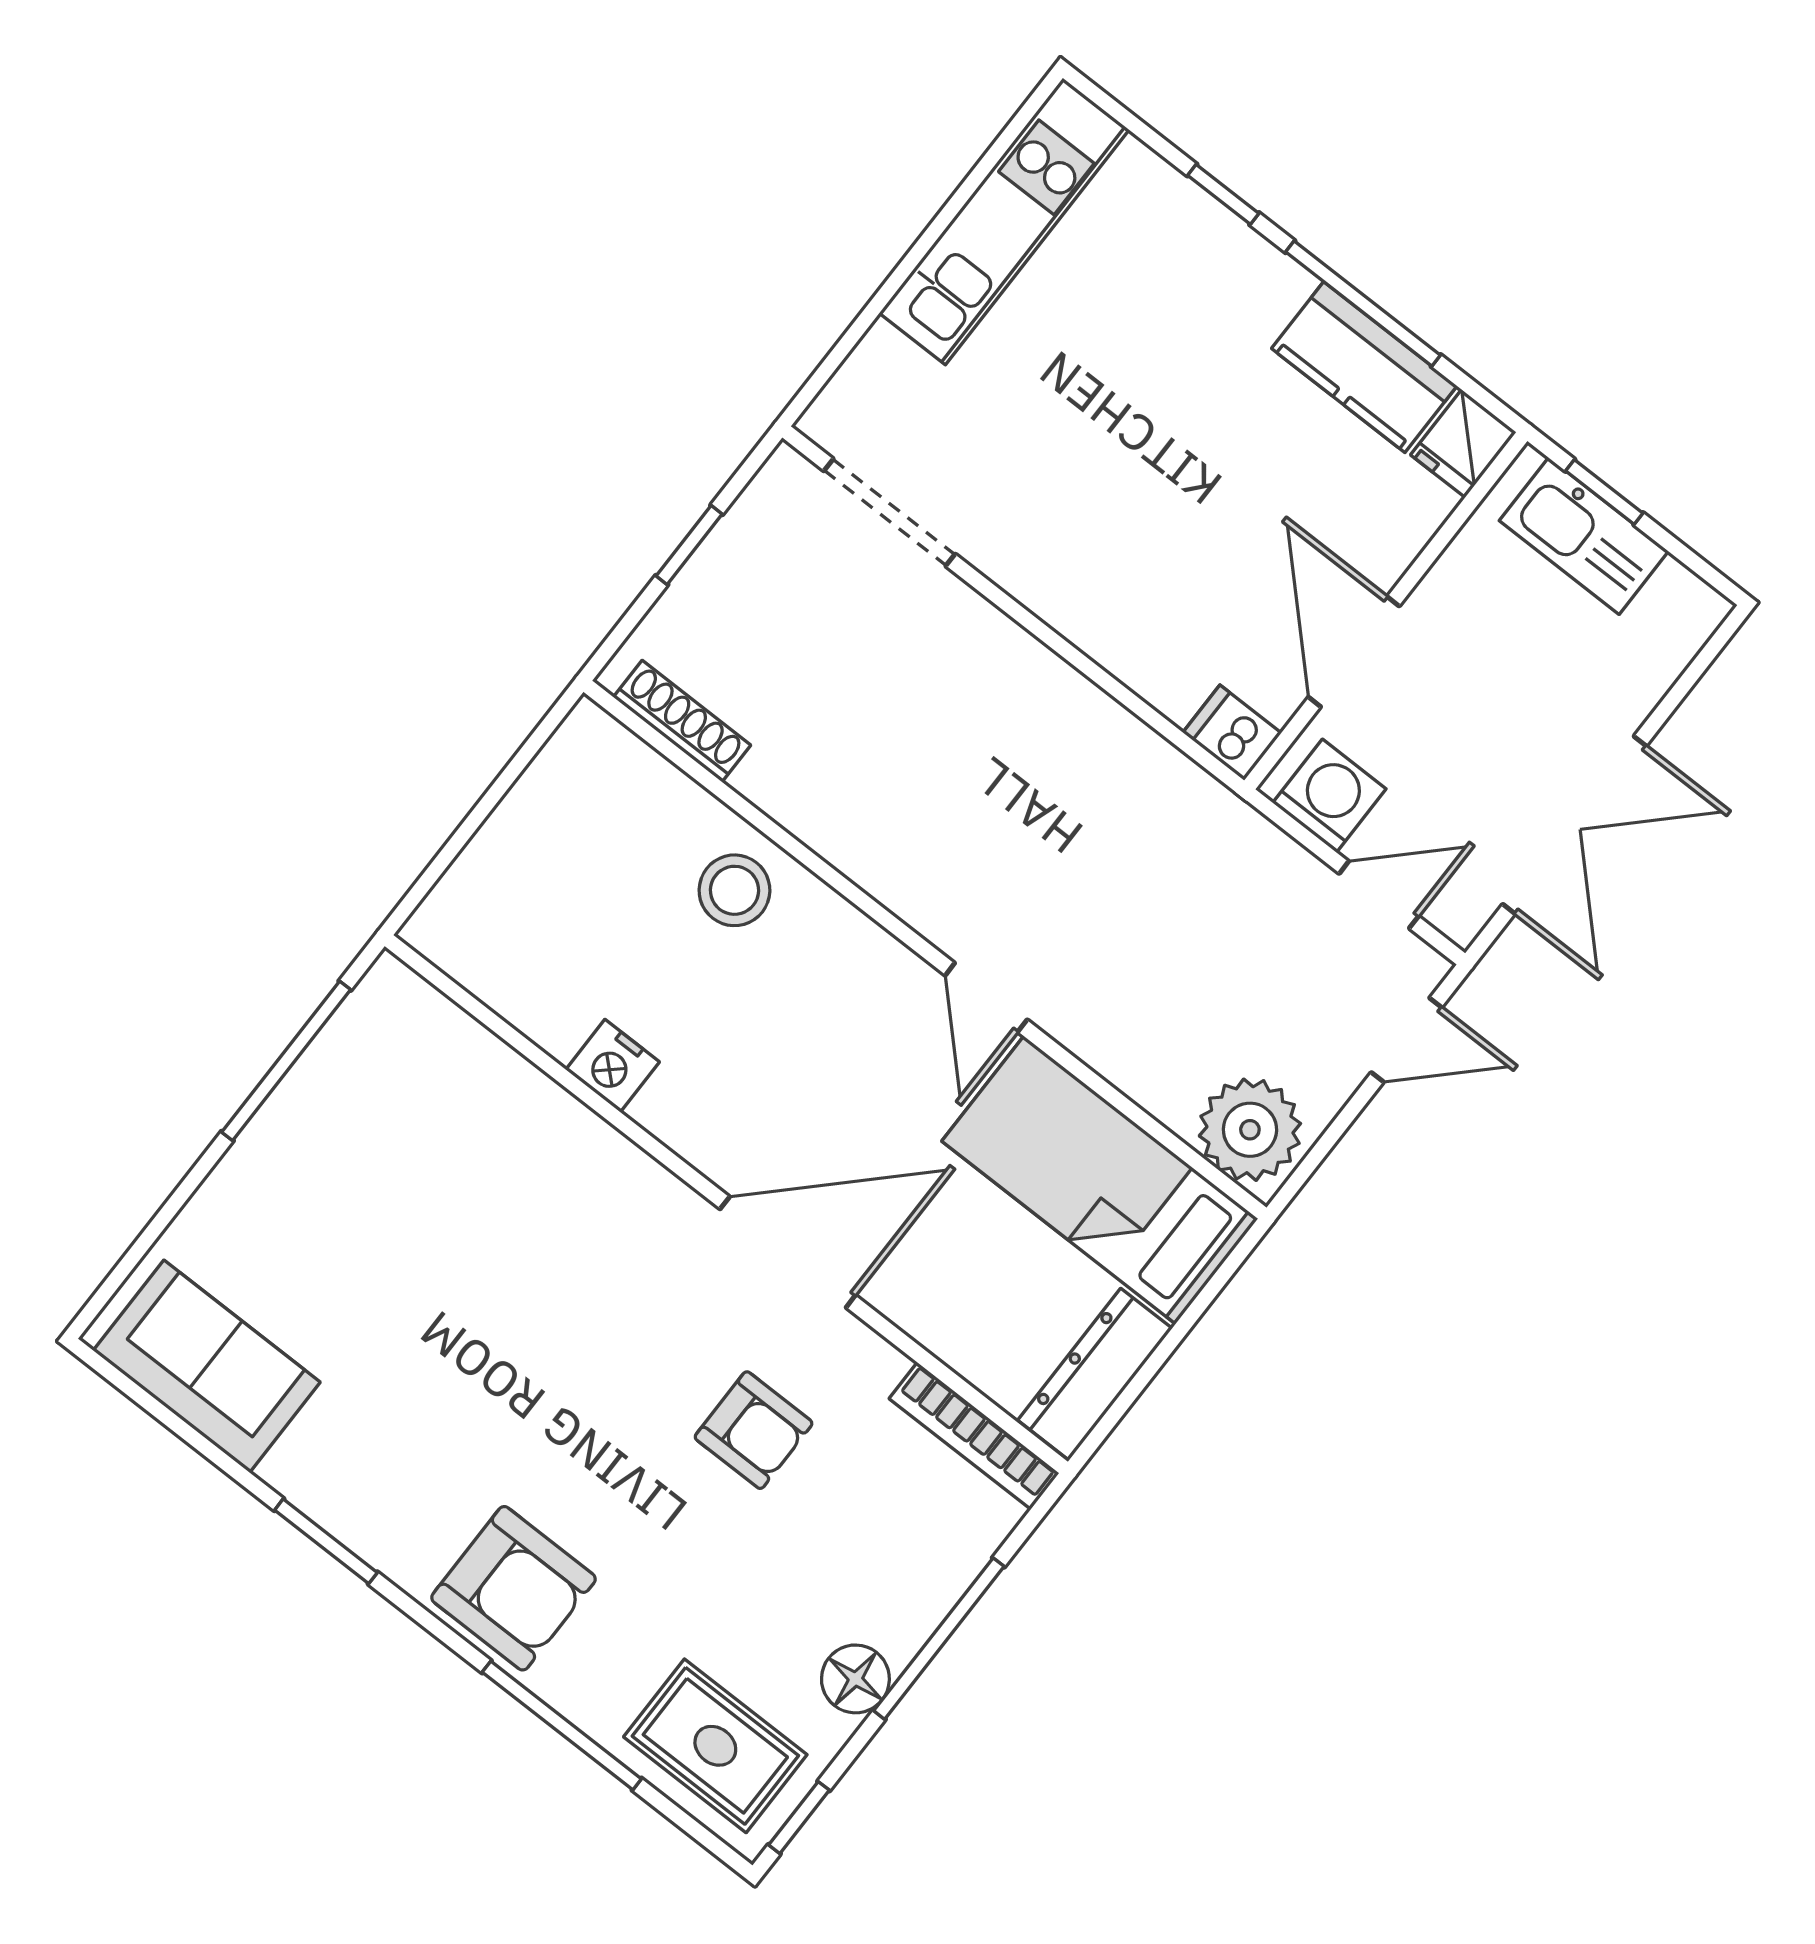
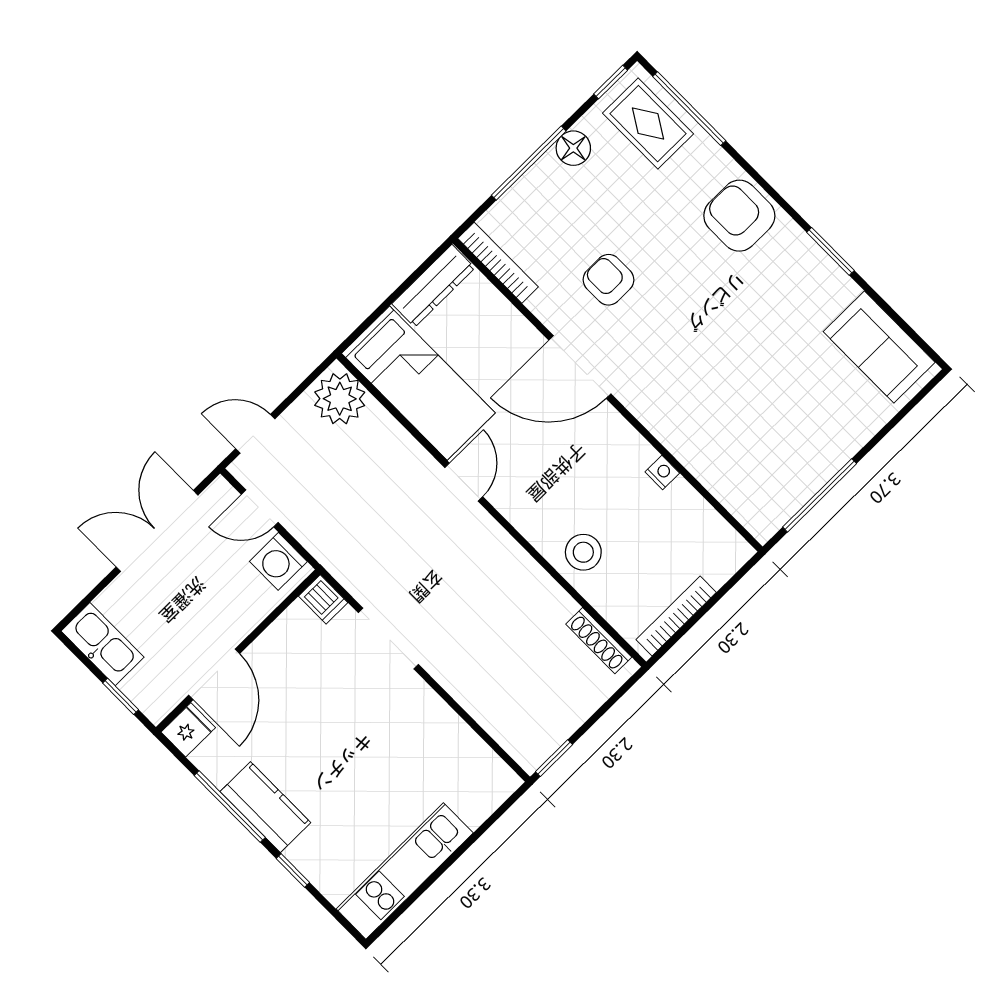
kitchen counter: (1364, 367) -> (265, 807), moved
doorway: (890, 512) -> (388, 638), moved
kitchen sink: (1584, 536) -> (103, 644), moved
window: (689, 545) -> (554, 758), moved
door: (1354, 652) -> (214, 674), moved
bookcase: (537, 789) -> (676, 616), added
nightstand: (613, 1066) -> (662, 472), width x0.72, depth x0.74
window: (562, 1726) -> (689, 109), moved

